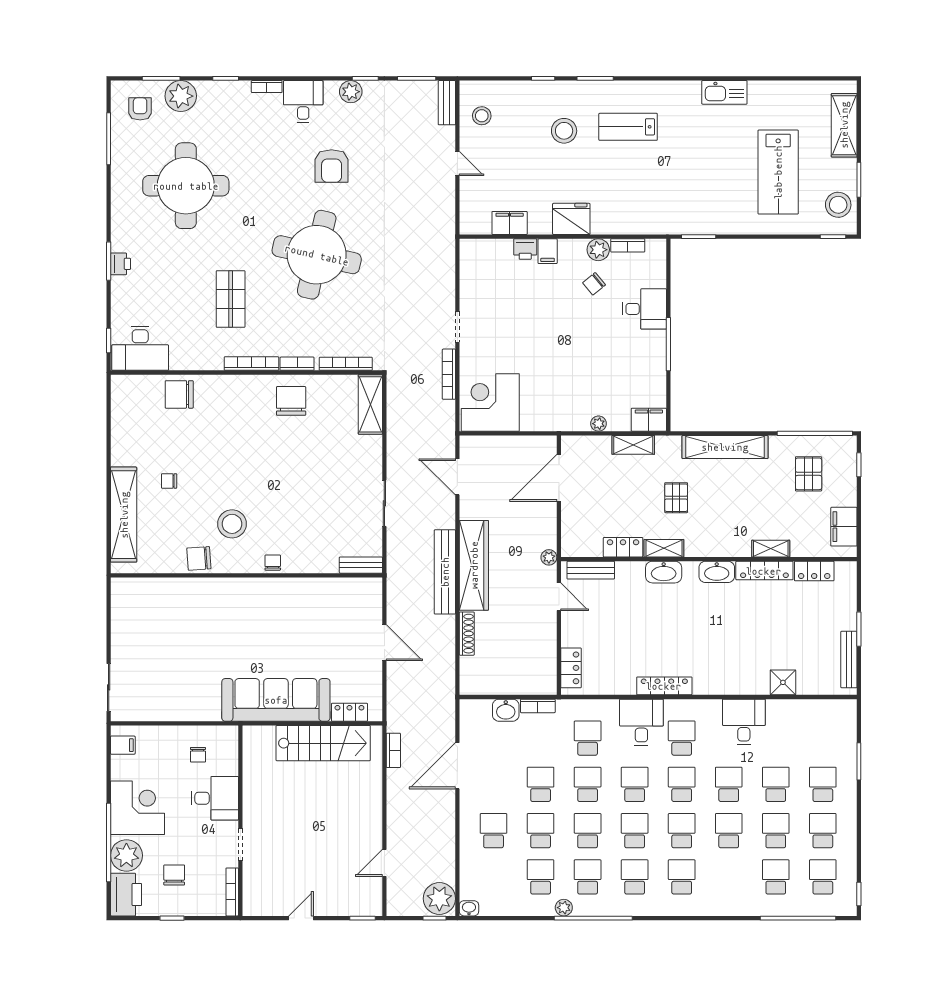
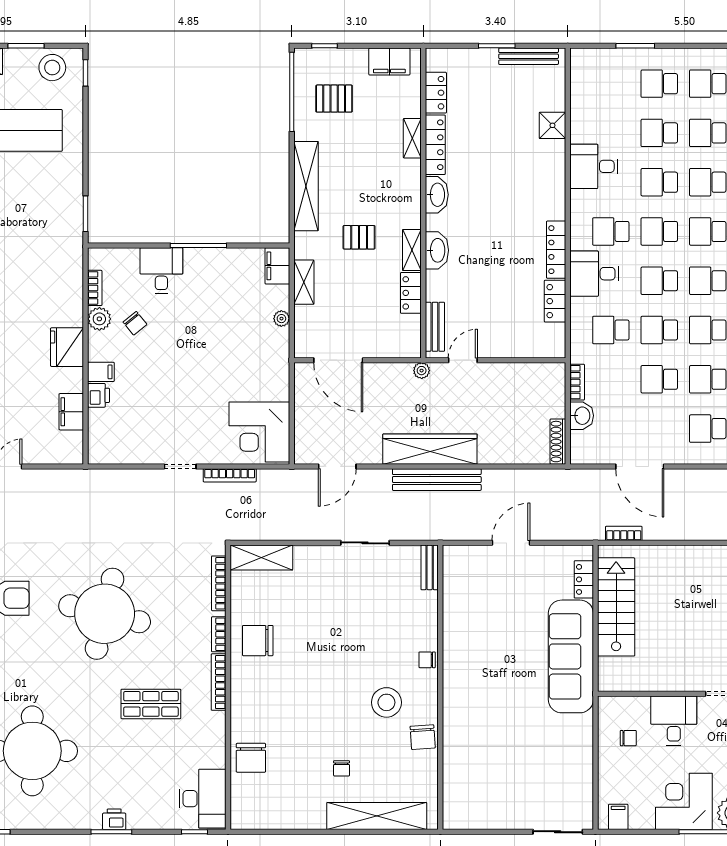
shoe rack: (467, 634) -> (558, 442), moved, turned -90
locker: (571, 668) -> (555, 301), moved, turned -90

